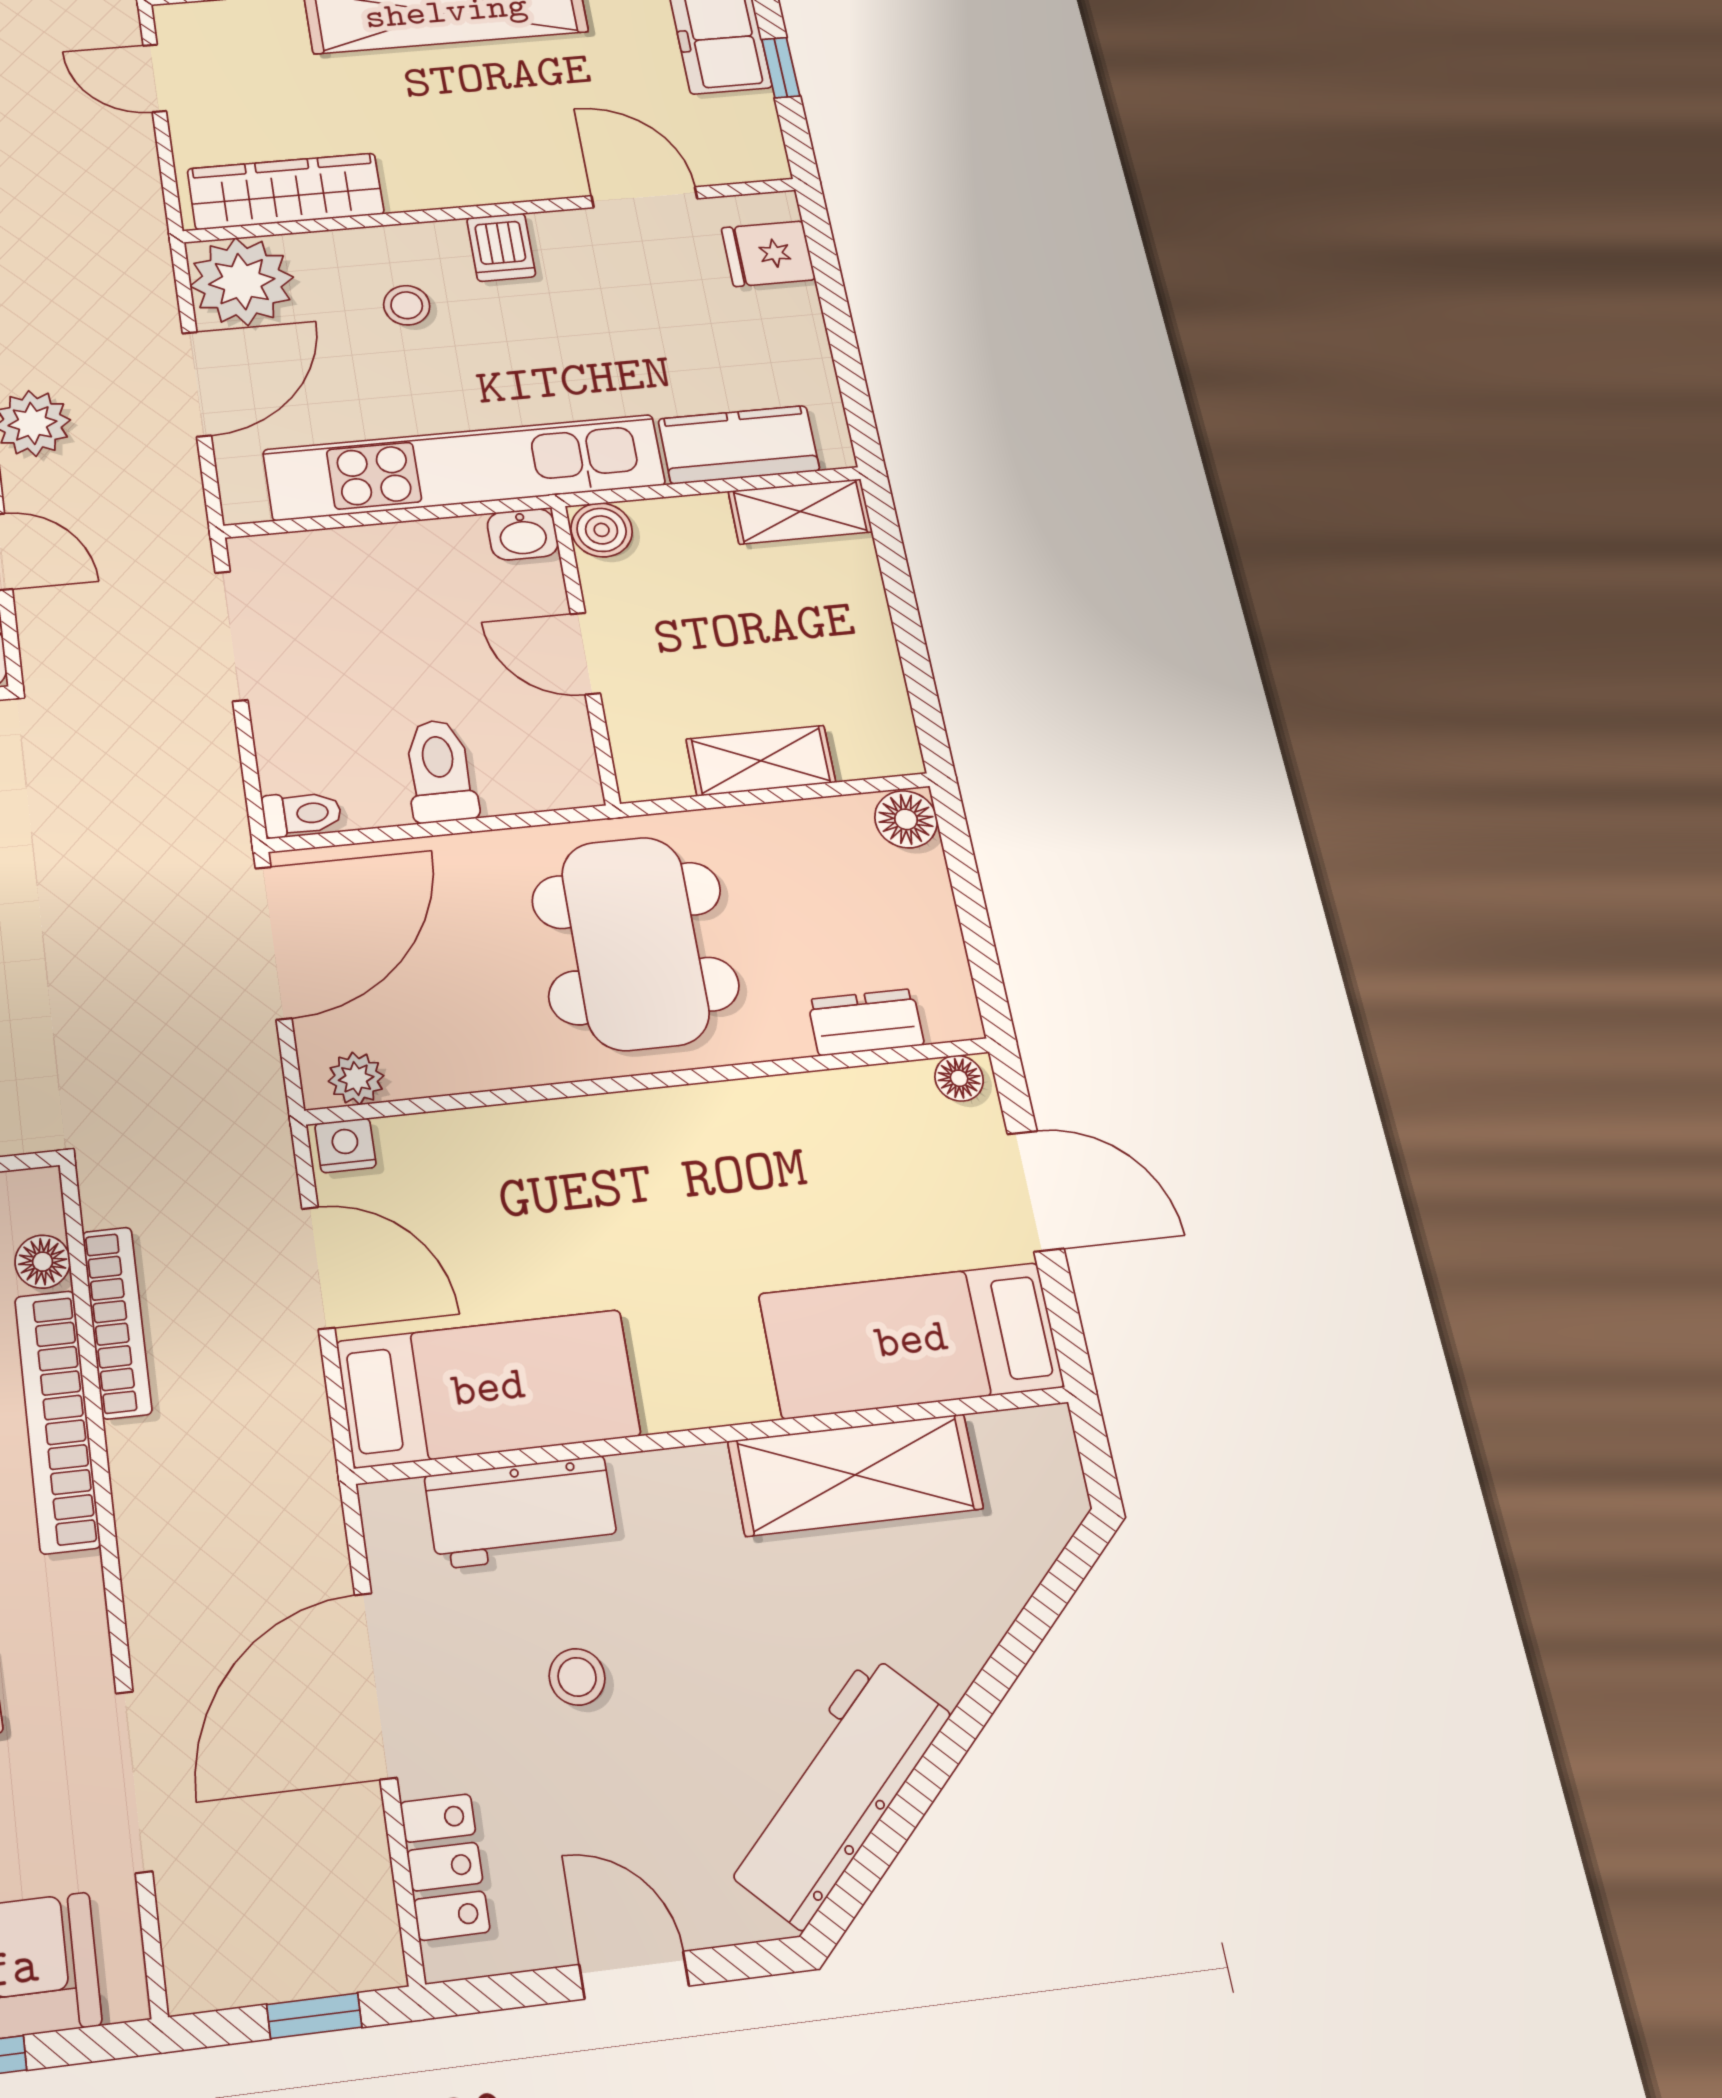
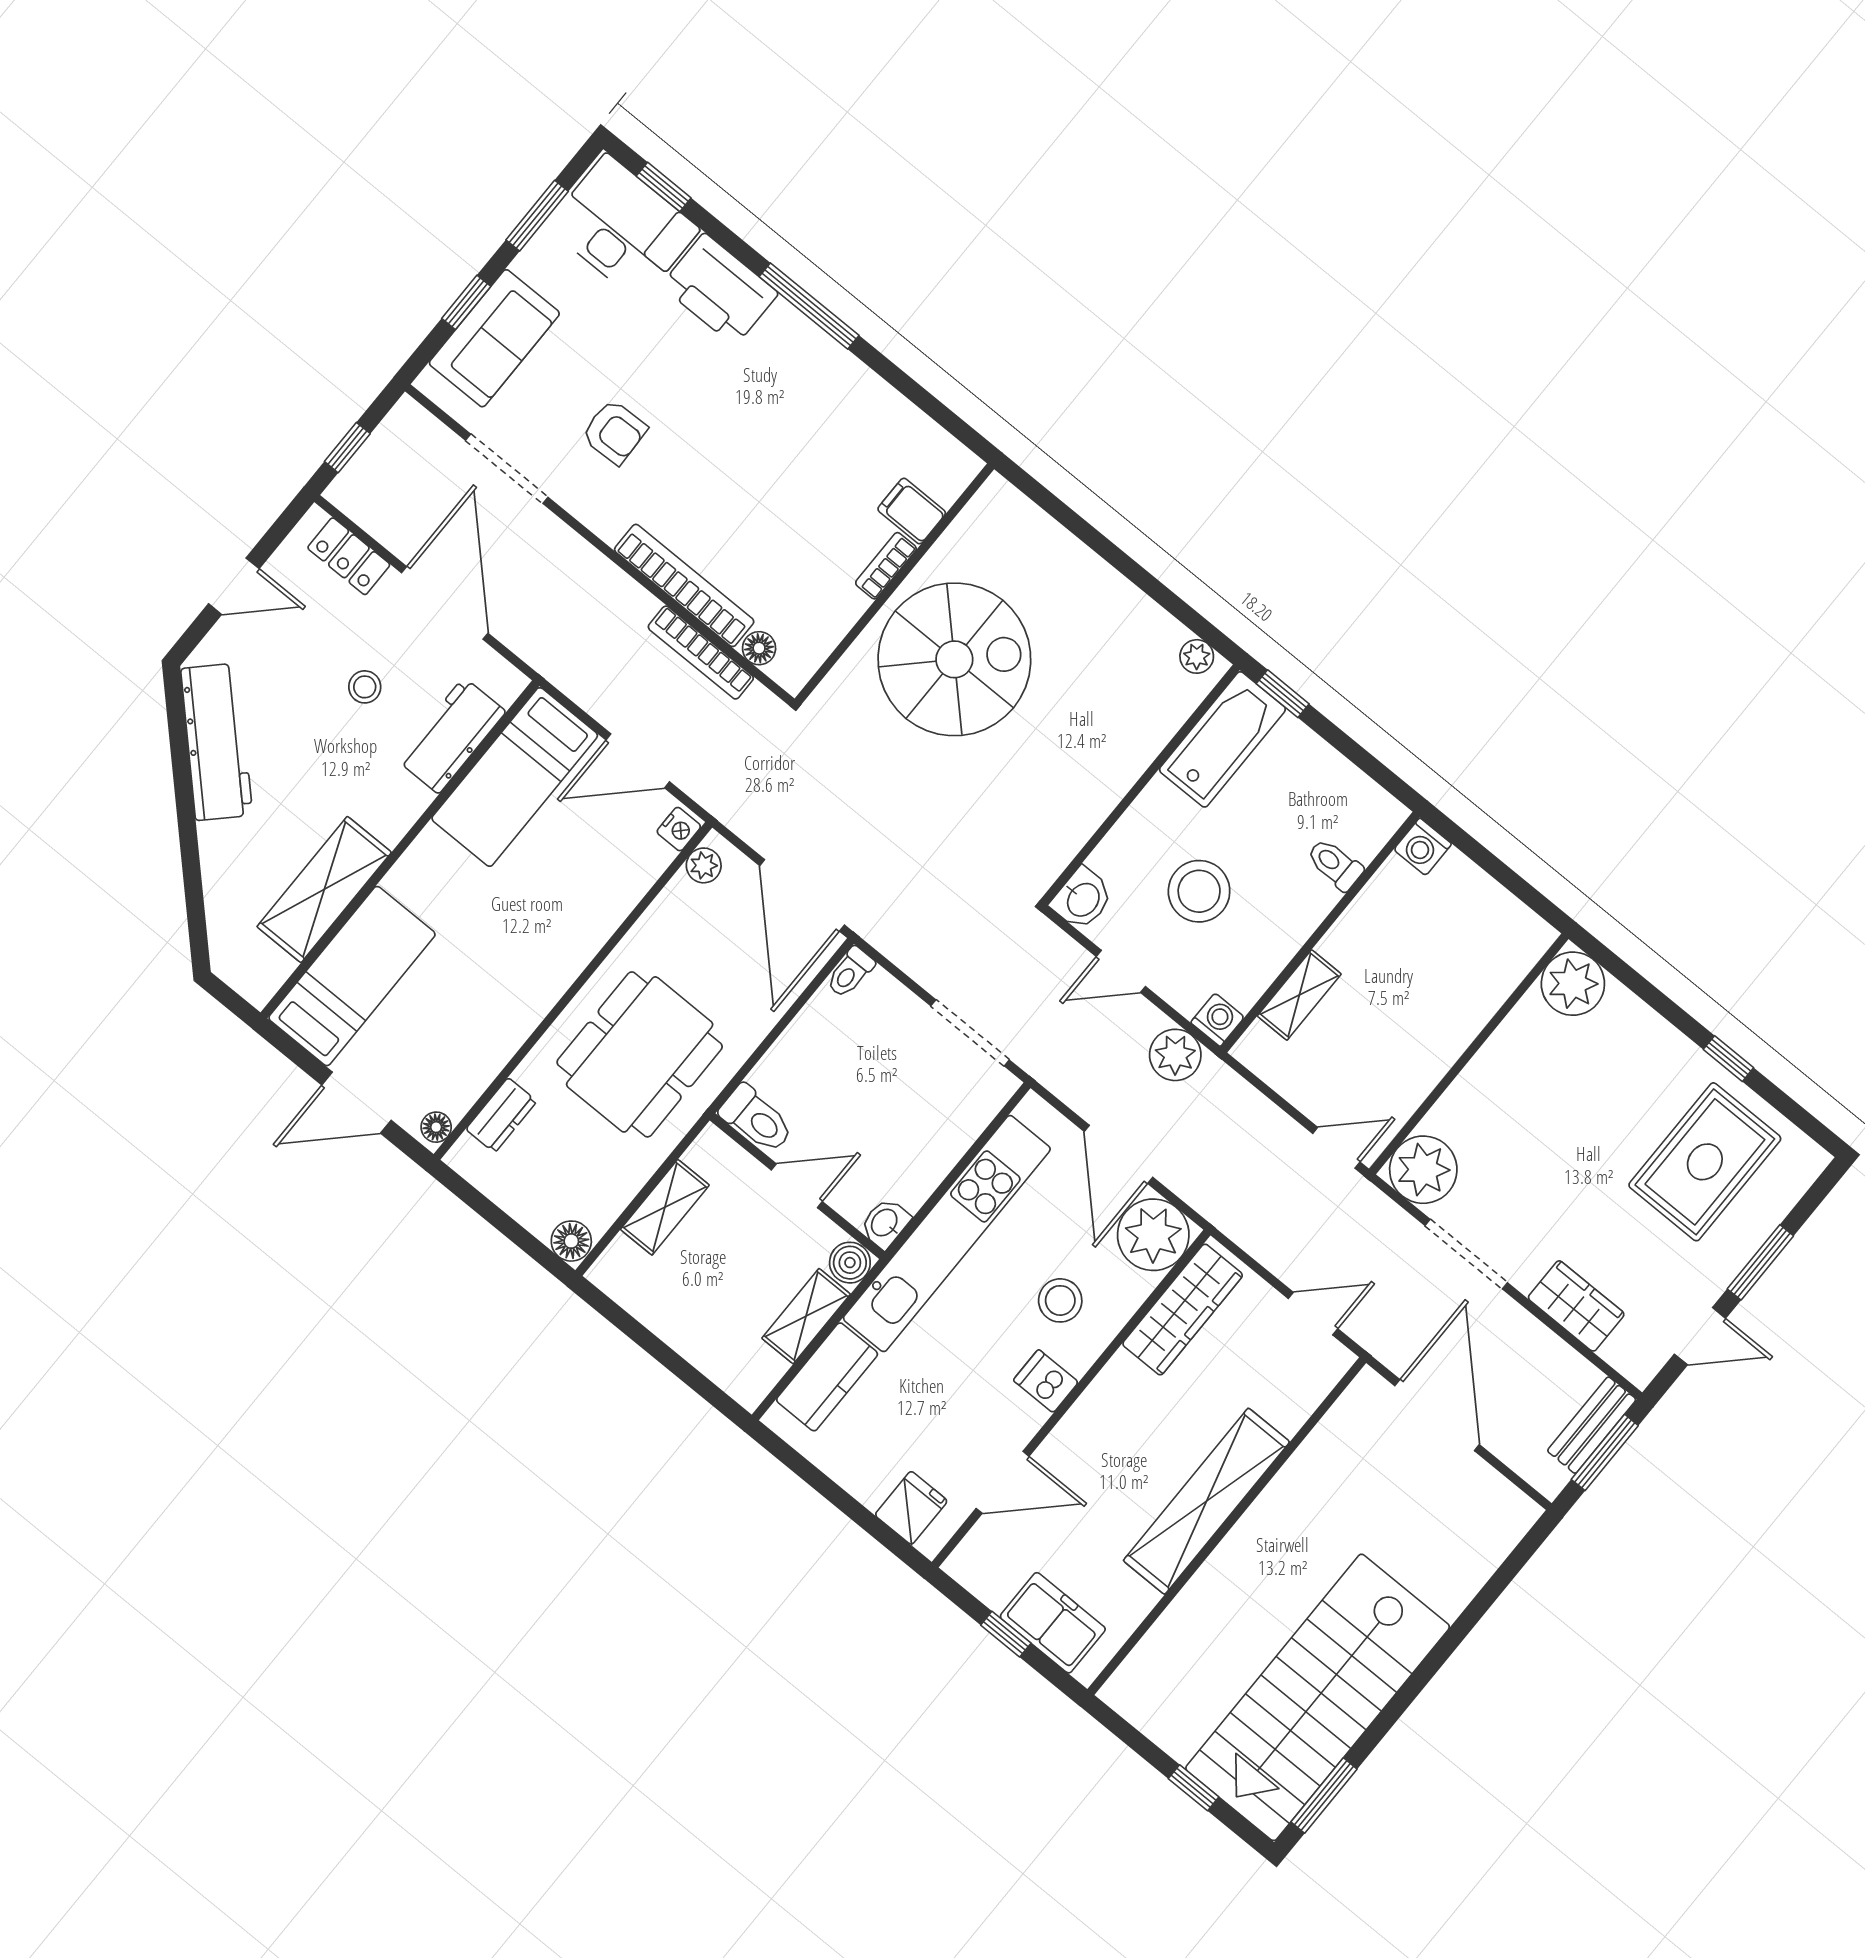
stool: (407, 305) -> (1060, 1300), width x1.37, depth x1.37
shelving: (800, 511) -> (806, 1316), moved
toilet: (440, 771) -> (757, 1119), moved
dining table: (635, 943) -> (640, 1054), turned 90

